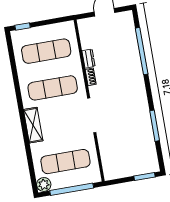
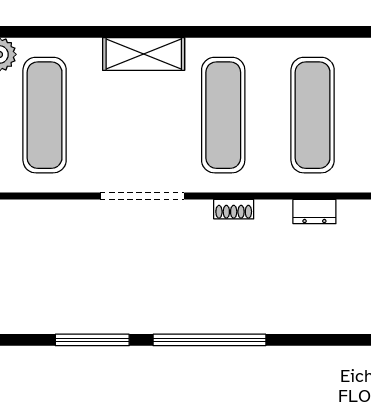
window: (142, 51) -> (209, 340), moved
dresser: (88, 59) -> (314, 212), moved

